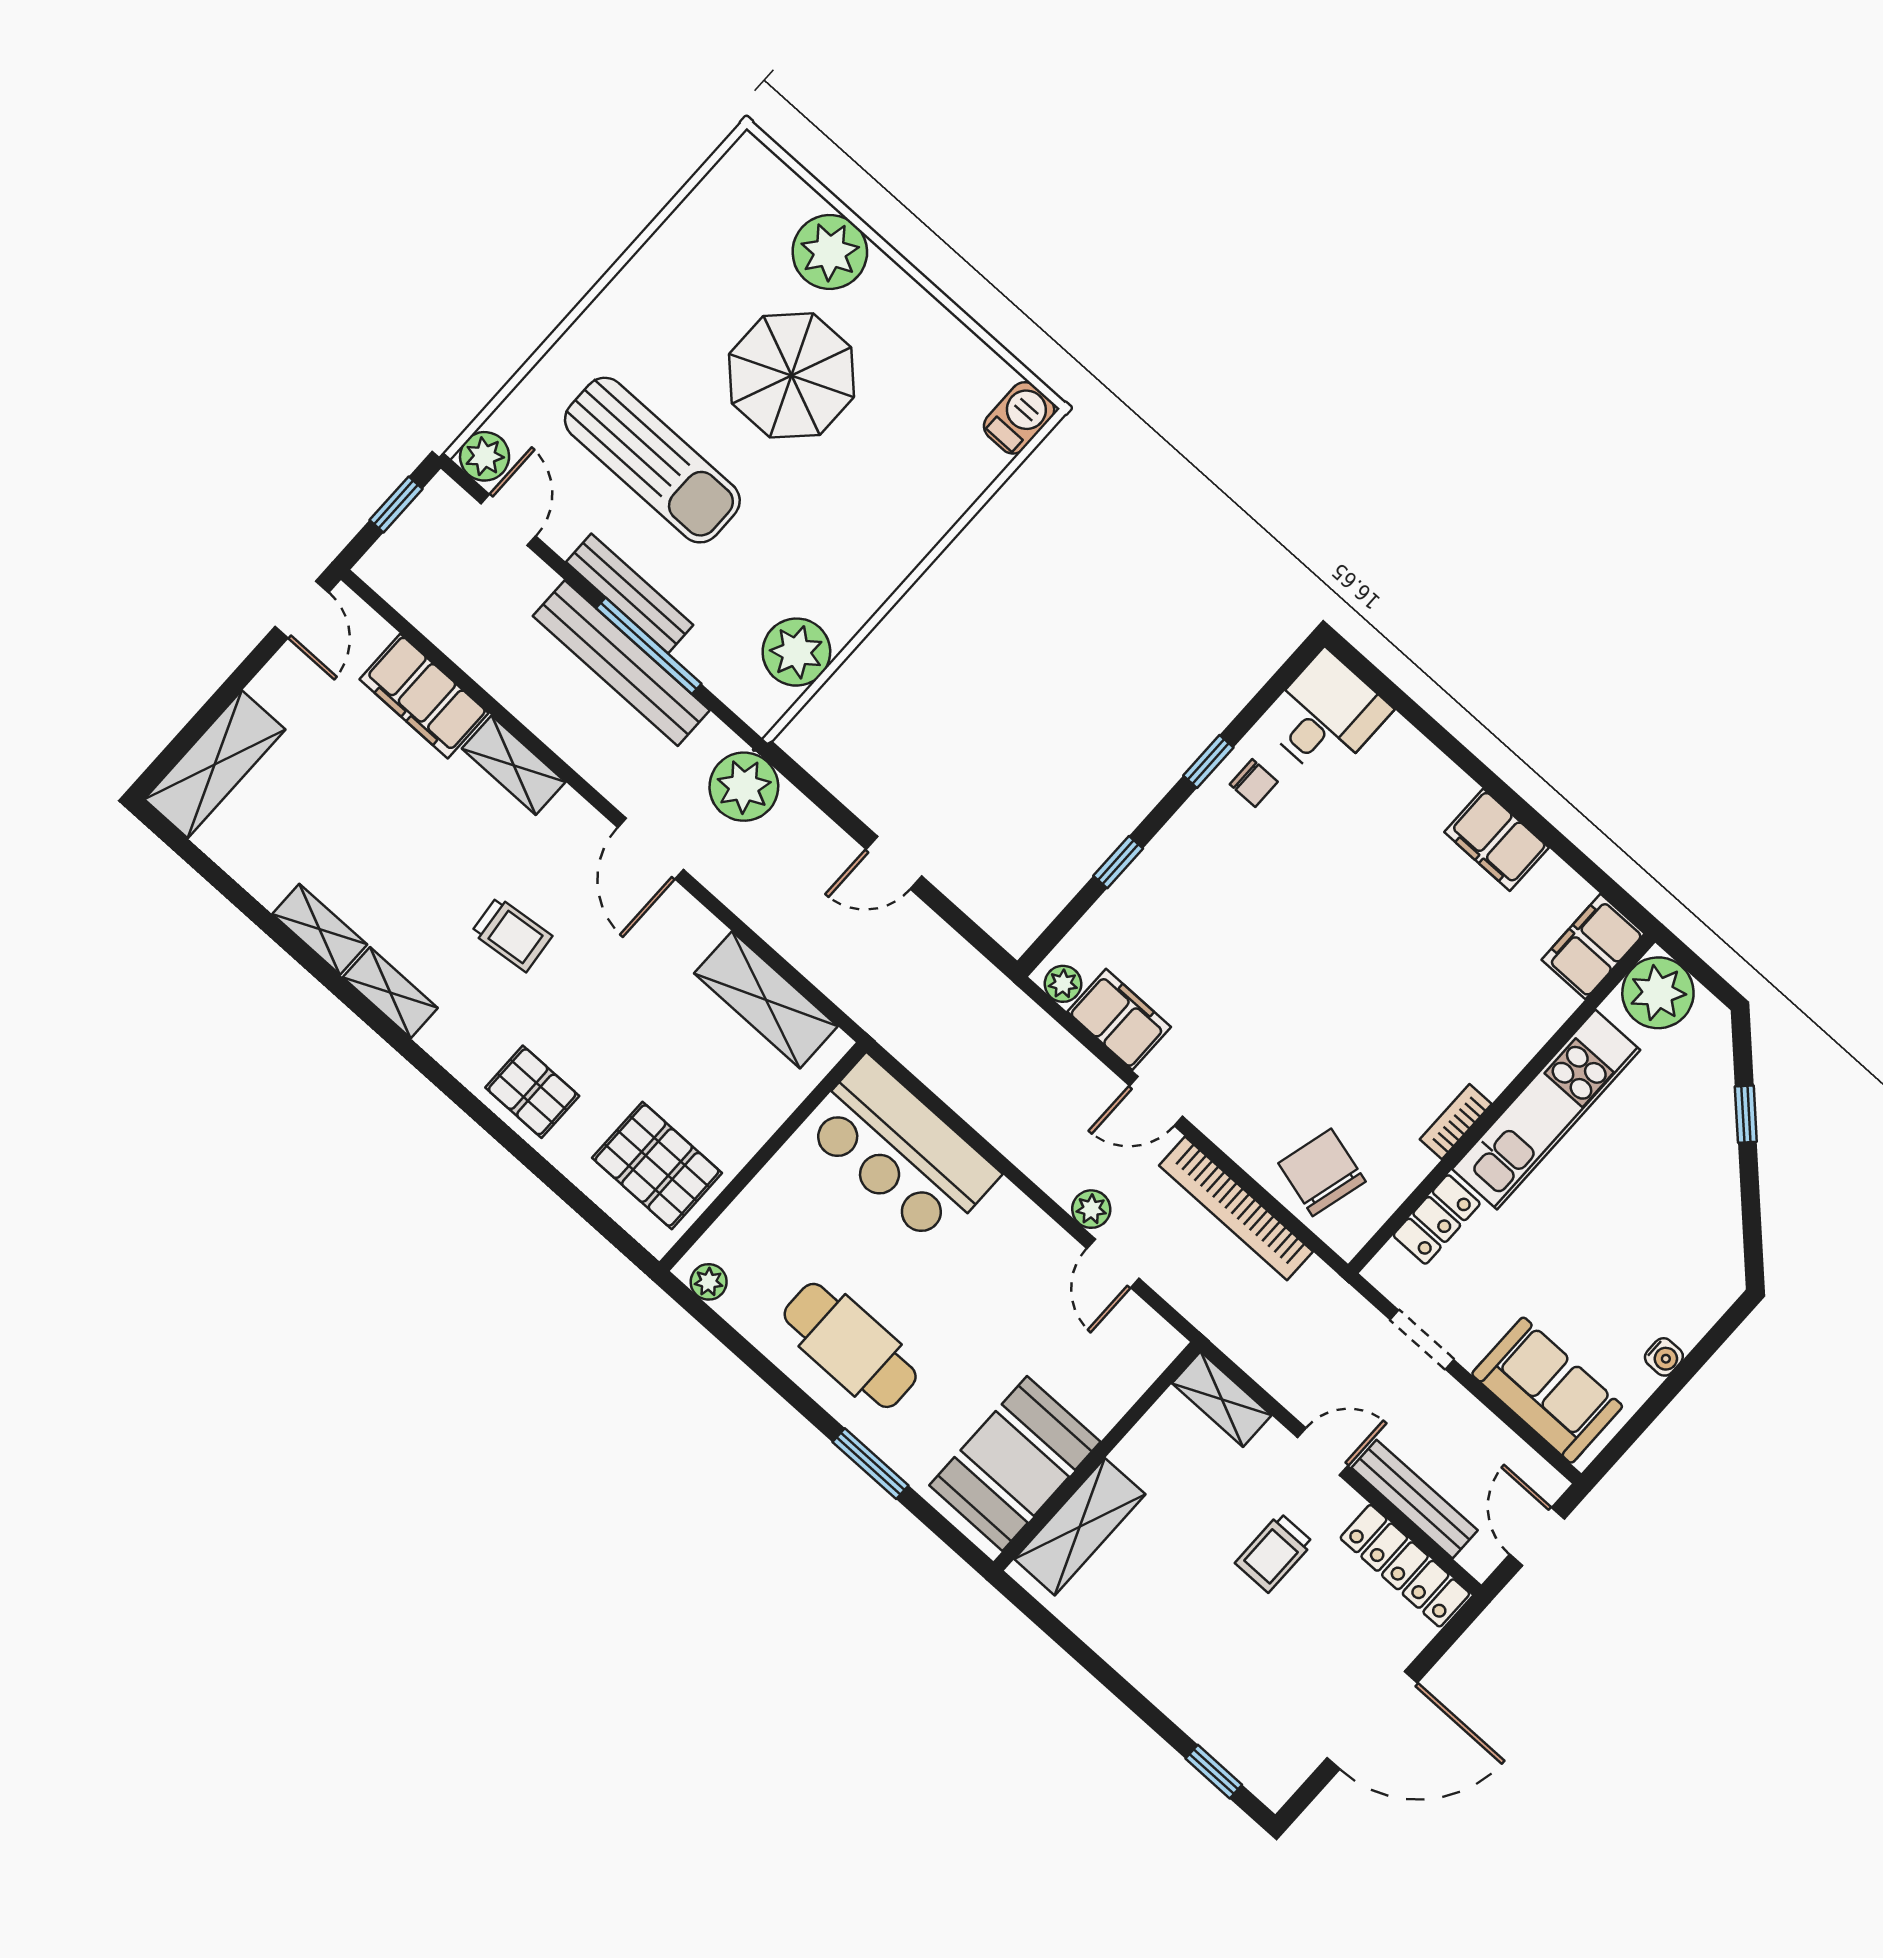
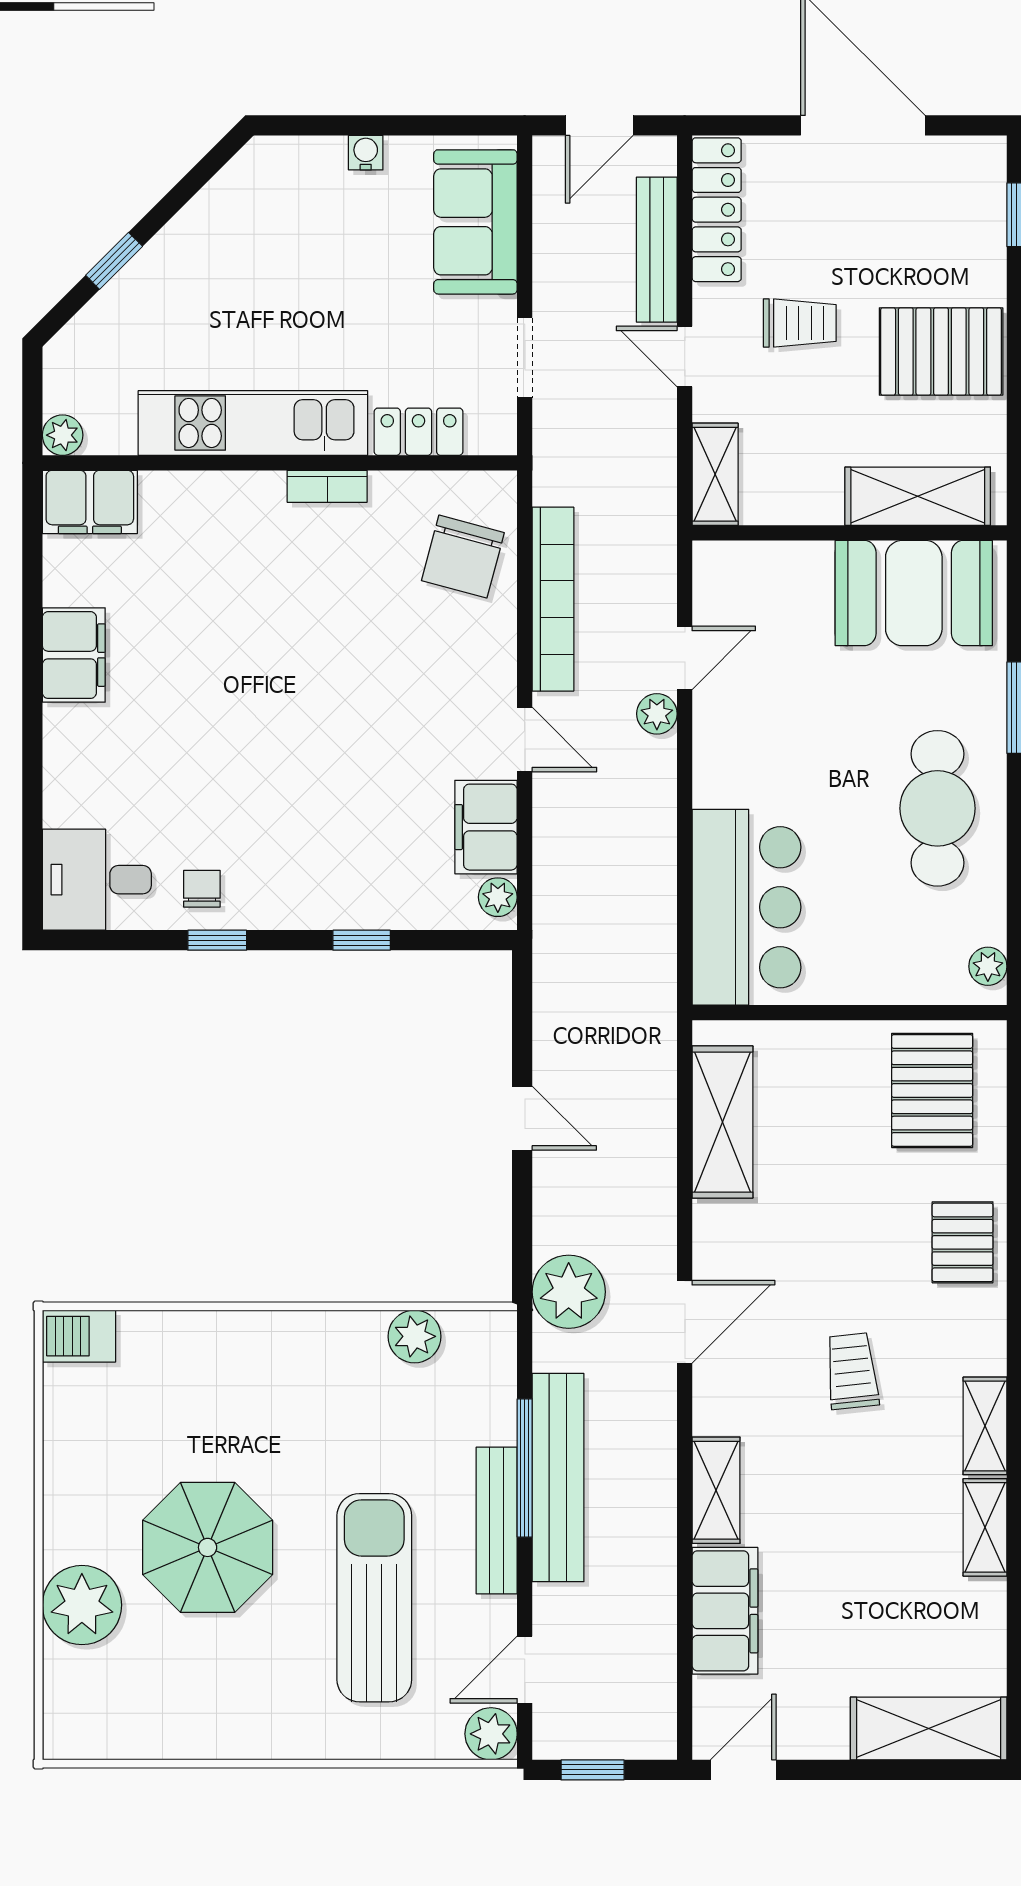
plant: (796, 652) -> (415, 1336), width x0.73, depth x0.73
plant: (1658, 993) -> (63, 435), width x0.53, depth x0.53
pallet: (1166, 1633) -> (941, 351), added

